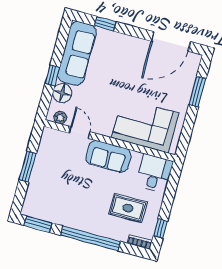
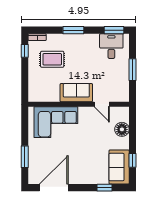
sofa: (77, 53) -> (119, 167), width x0.73
window: (52, 75) -> (133, 160), moved
plant: (60, 118) -> (119, 111), removed
desk: (154, 173) -> (111, 46), moved, turned 180
window: (90, 238) -> (73, 30), width x0.47

